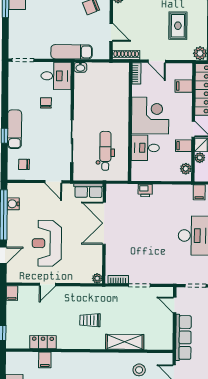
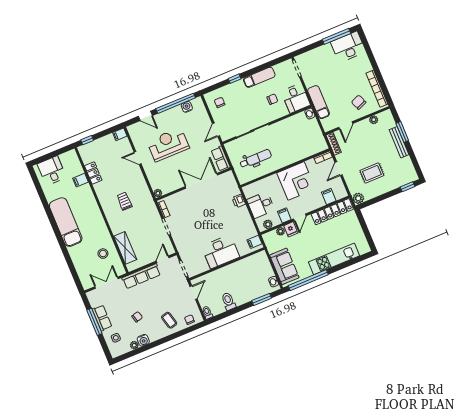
exam couch: (15, 129) -> (259, 77), moved
desk: (145, 148) -> (261, 205), moved, turned -90
shelving: (125, 342) -> (125, 248), moved

